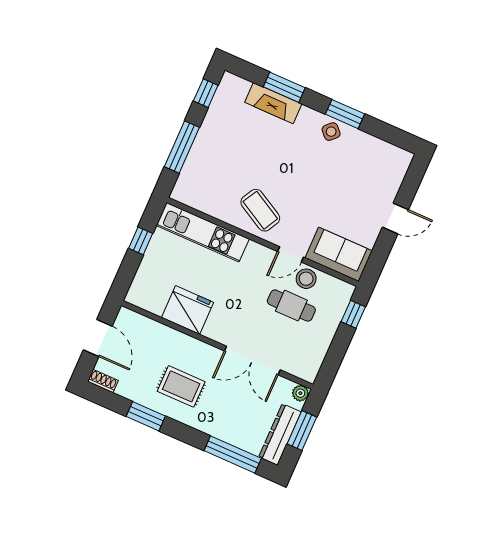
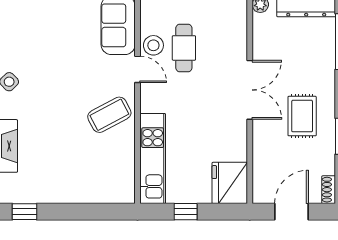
window: (182, 147) -> (83, 212), removed
coffee table: (260, 210) -> (109, 115), turned 33
fridge: (188, 310) -> (230, 183), moved
double door: (252, 360) -> (250, 90), moved

